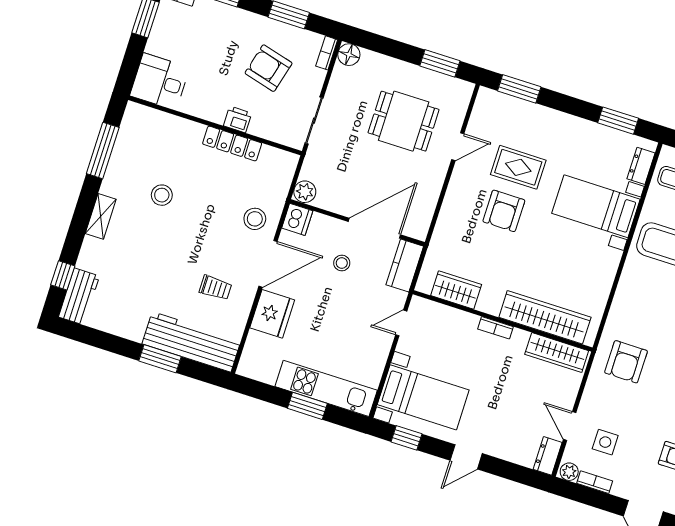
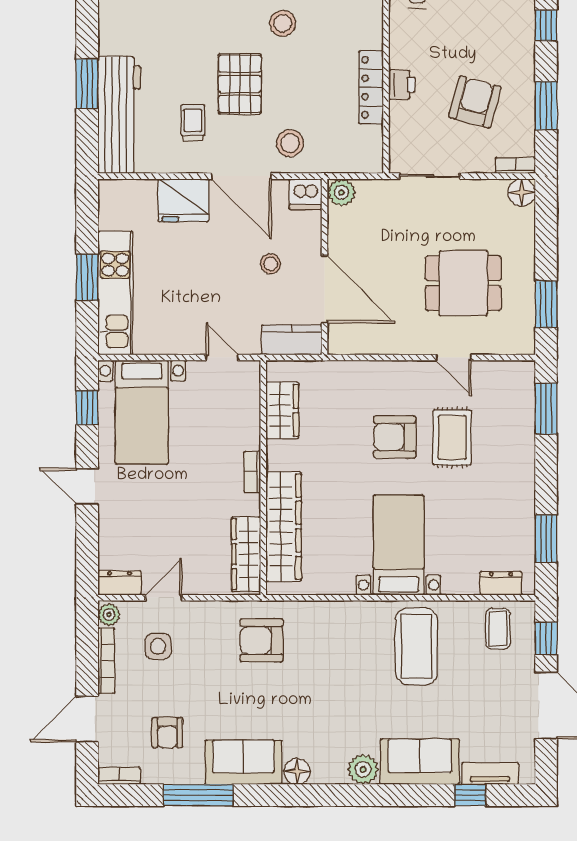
dining table: (404, 121) -> (463, 283), turned 90
bed with nightstands: (596, 206) -> (399, 545), moved
pallet: (197, 242) -> (240, 84), added
trolley: (215, 288) -> (193, 123), turned 180
bookcase: (595, 482) -> (106, 661), width x1.56

